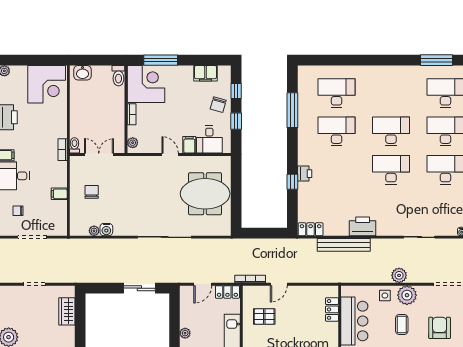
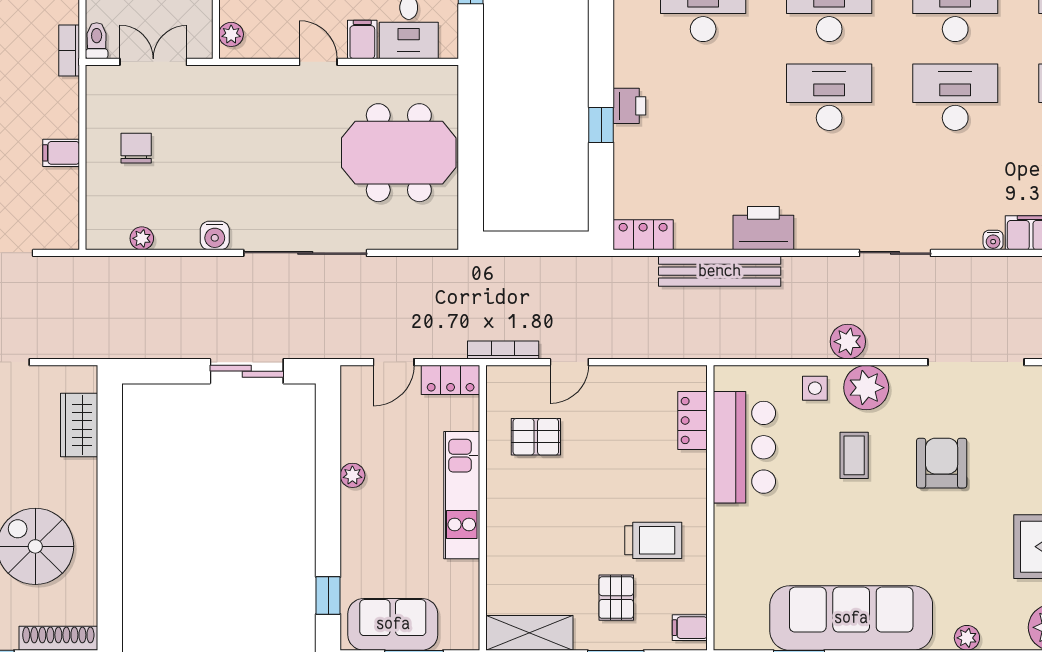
water cooler: (106, 230) -> (215, 236), moved

